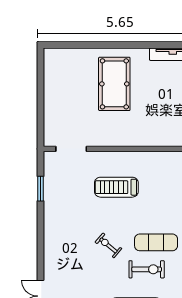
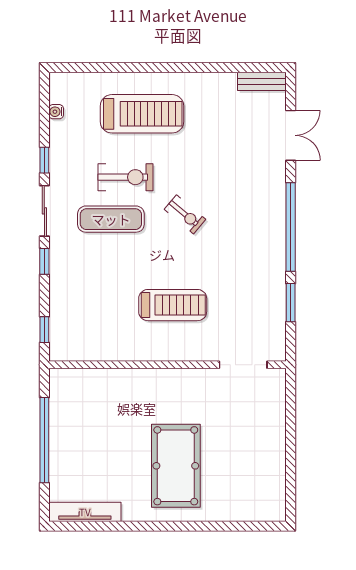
window: (41, 237) -> (291, 227), added
exercise bike: (147, 269) -> (126, 177), turned 180

